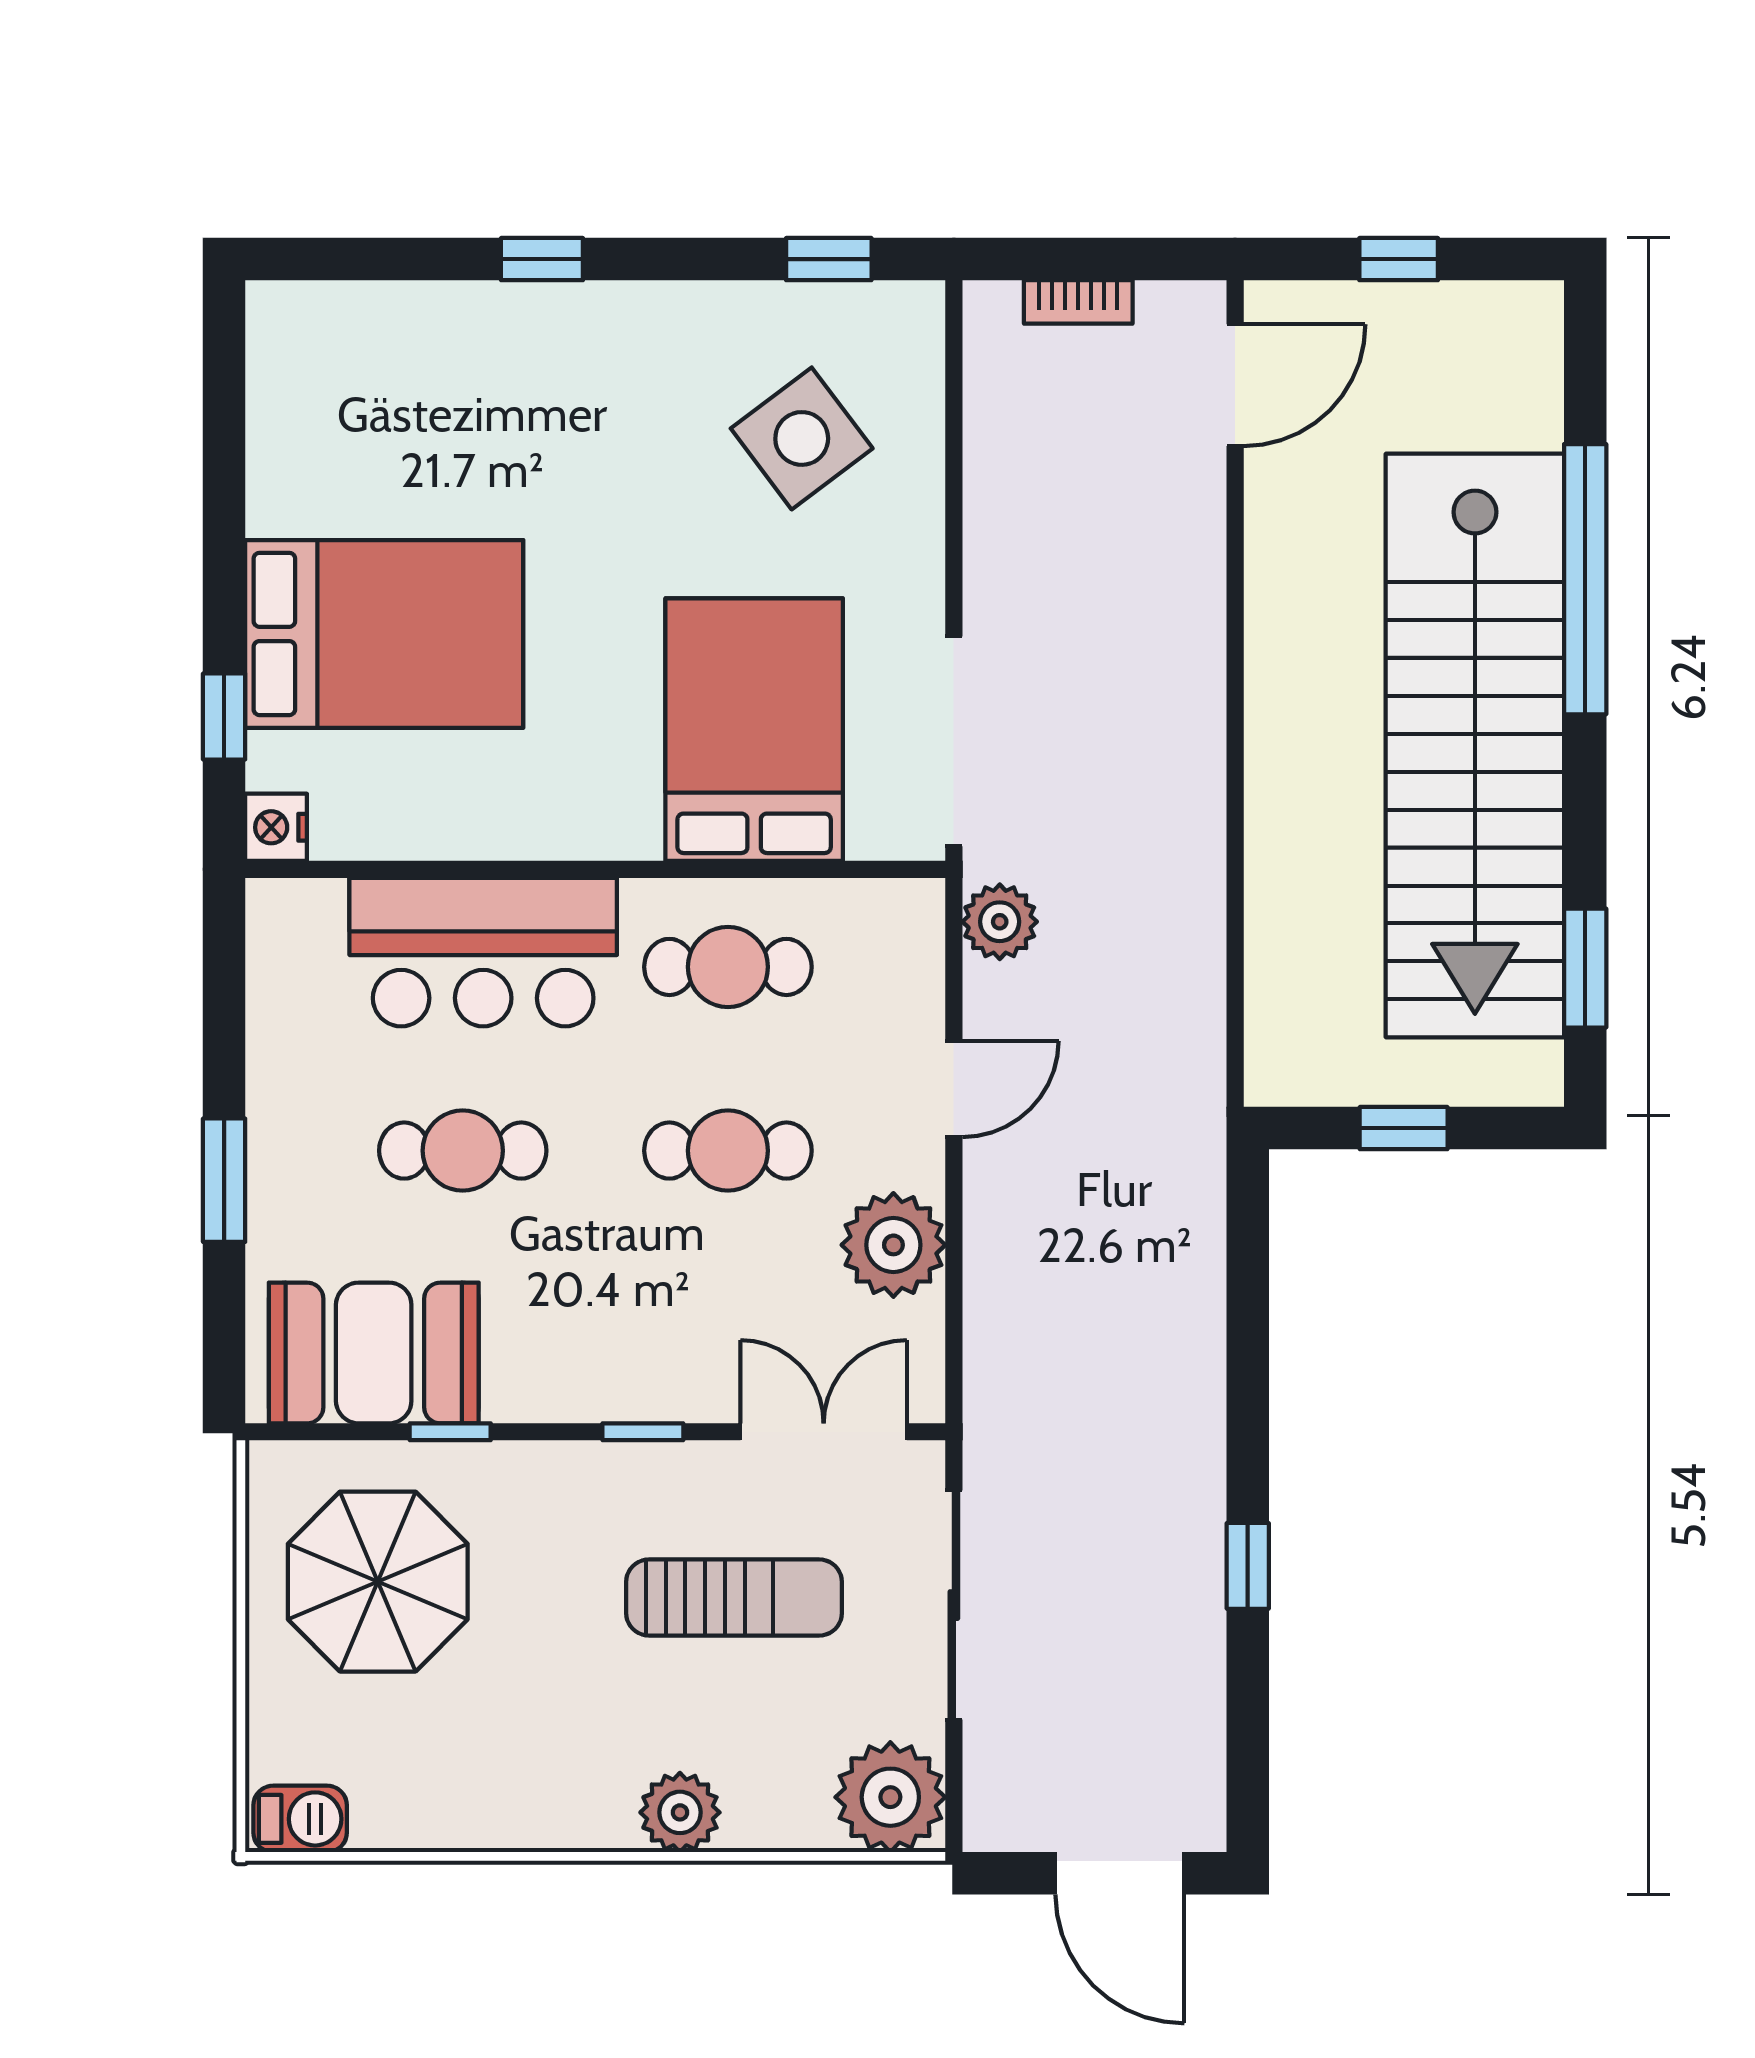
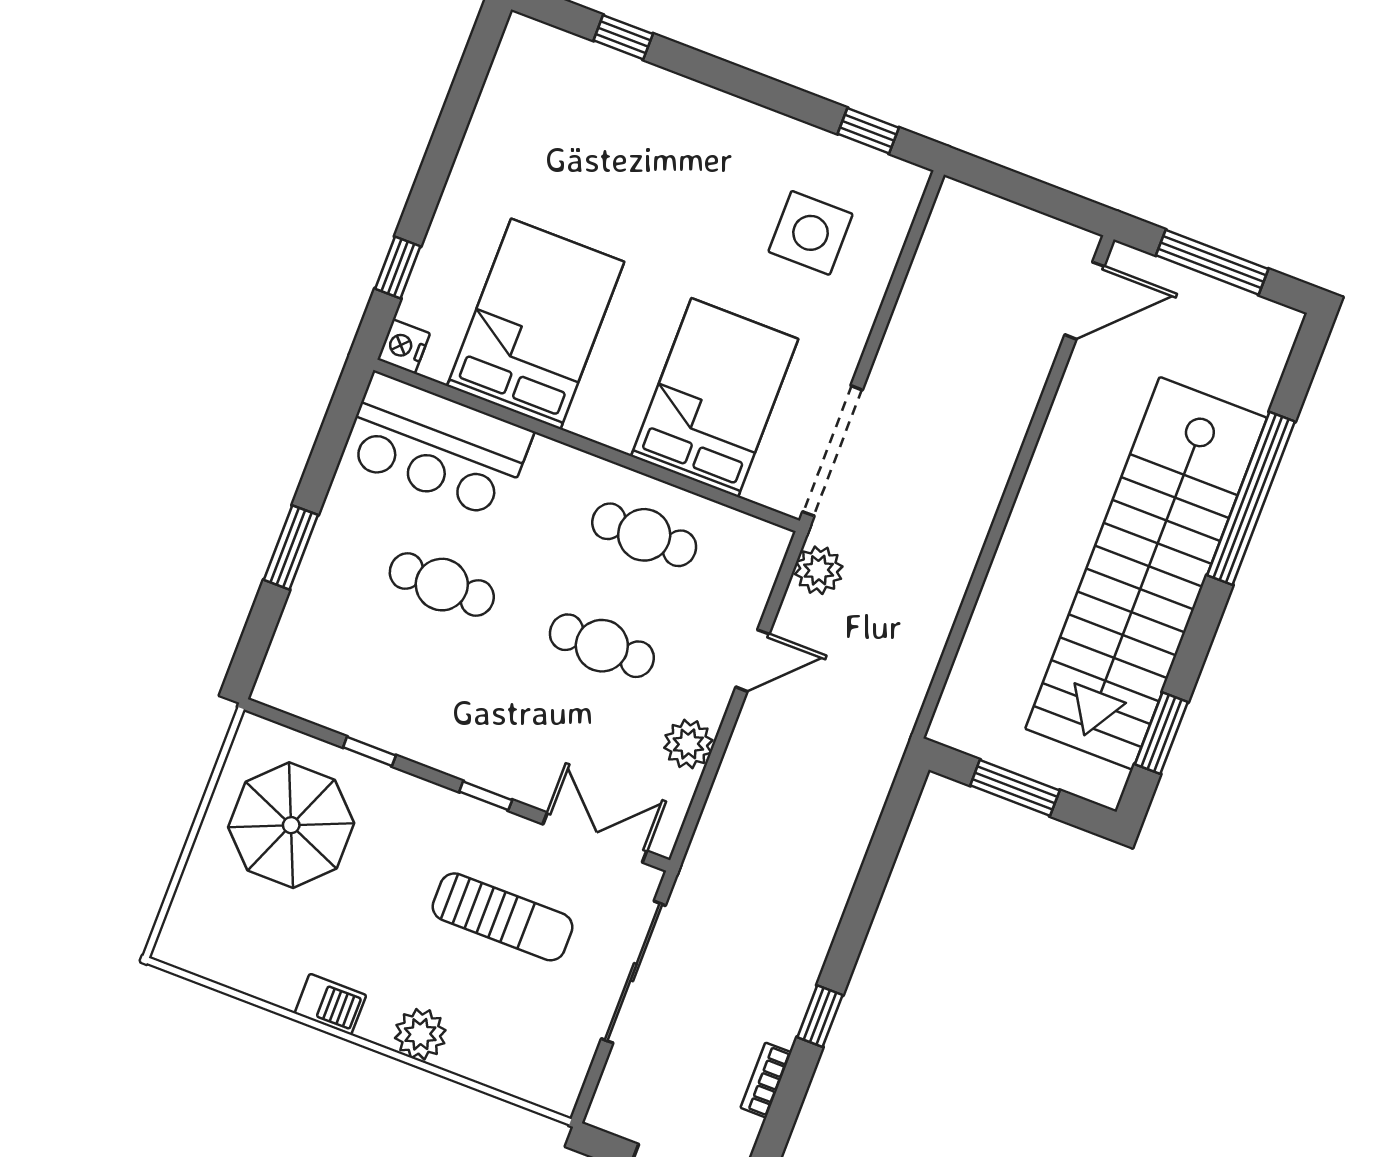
window: (542, 259) -> (623, 37), moved
window: (1399, 259) -> (1212, 262), width x2.17
bookcase: (1078, 302) -> (766, 1080), moved, turned 90
side table: (802, 438) -> (811, 233), turned 37
bed: (384, 634) -> (536, 324), moved, turned -90
bar counter: (483, 952) -> (437, 445), moved
window: (1404, 1128) -> (1015, 788), width x1.50
plant: (893, 1245) -> (688, 744), width x0.73, depth x0.73
booth: (374, 1353) -> (341, 686), removed
plant: (890, 1797) -> (551, 1073), removed
barbecue: (300, 1819) -> (330, 1004), moved

